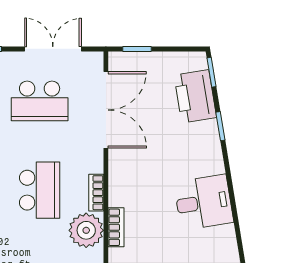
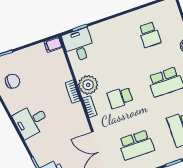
school desk: (40, 101) -> (136, 145), turned 180
school desk: (40, 190) -> (120, 98), width x0.54

